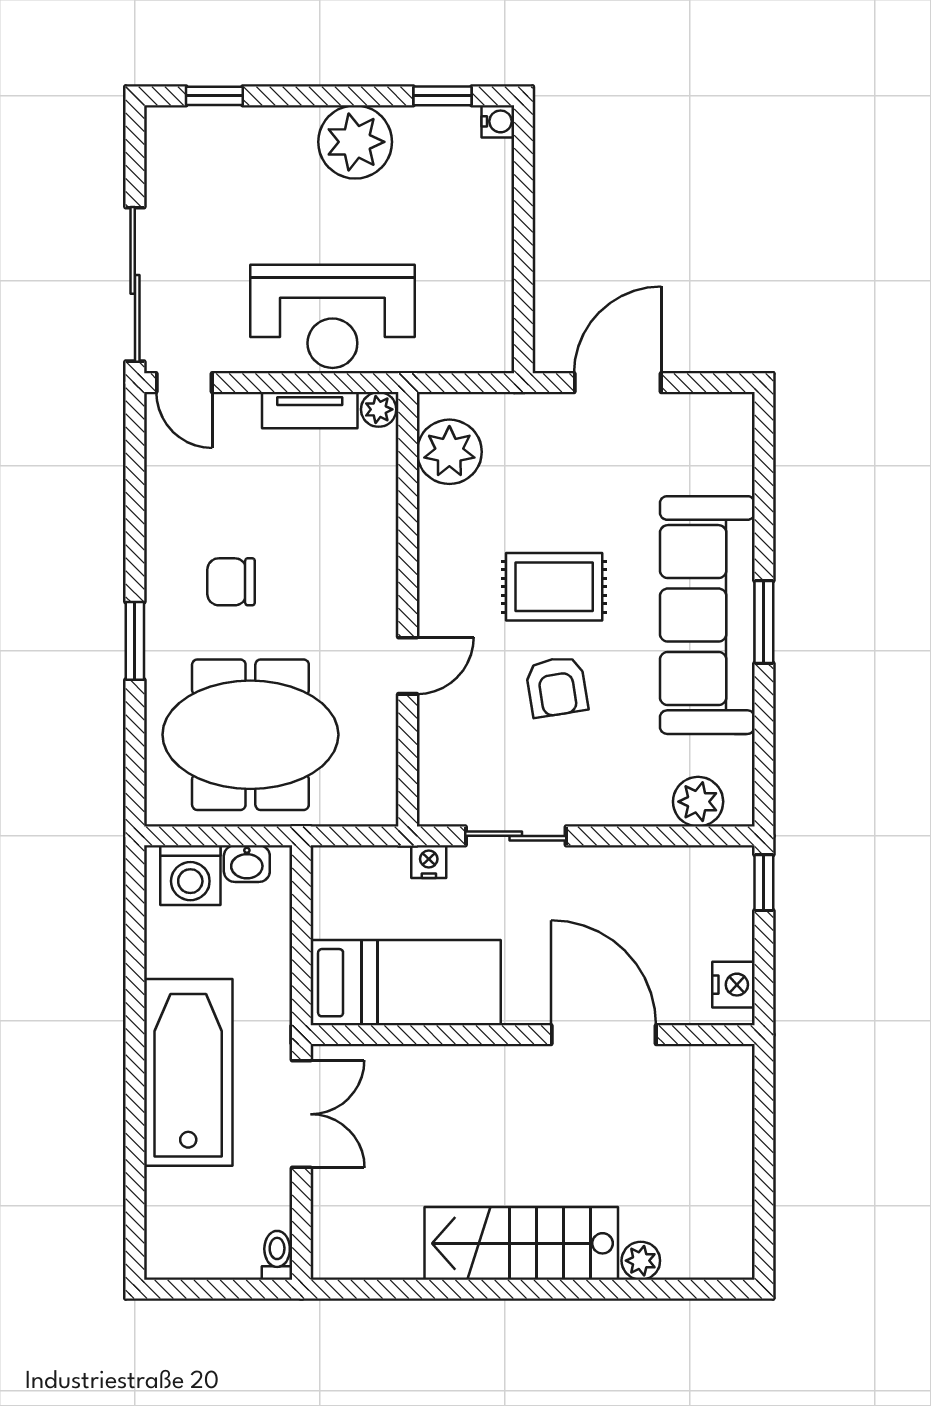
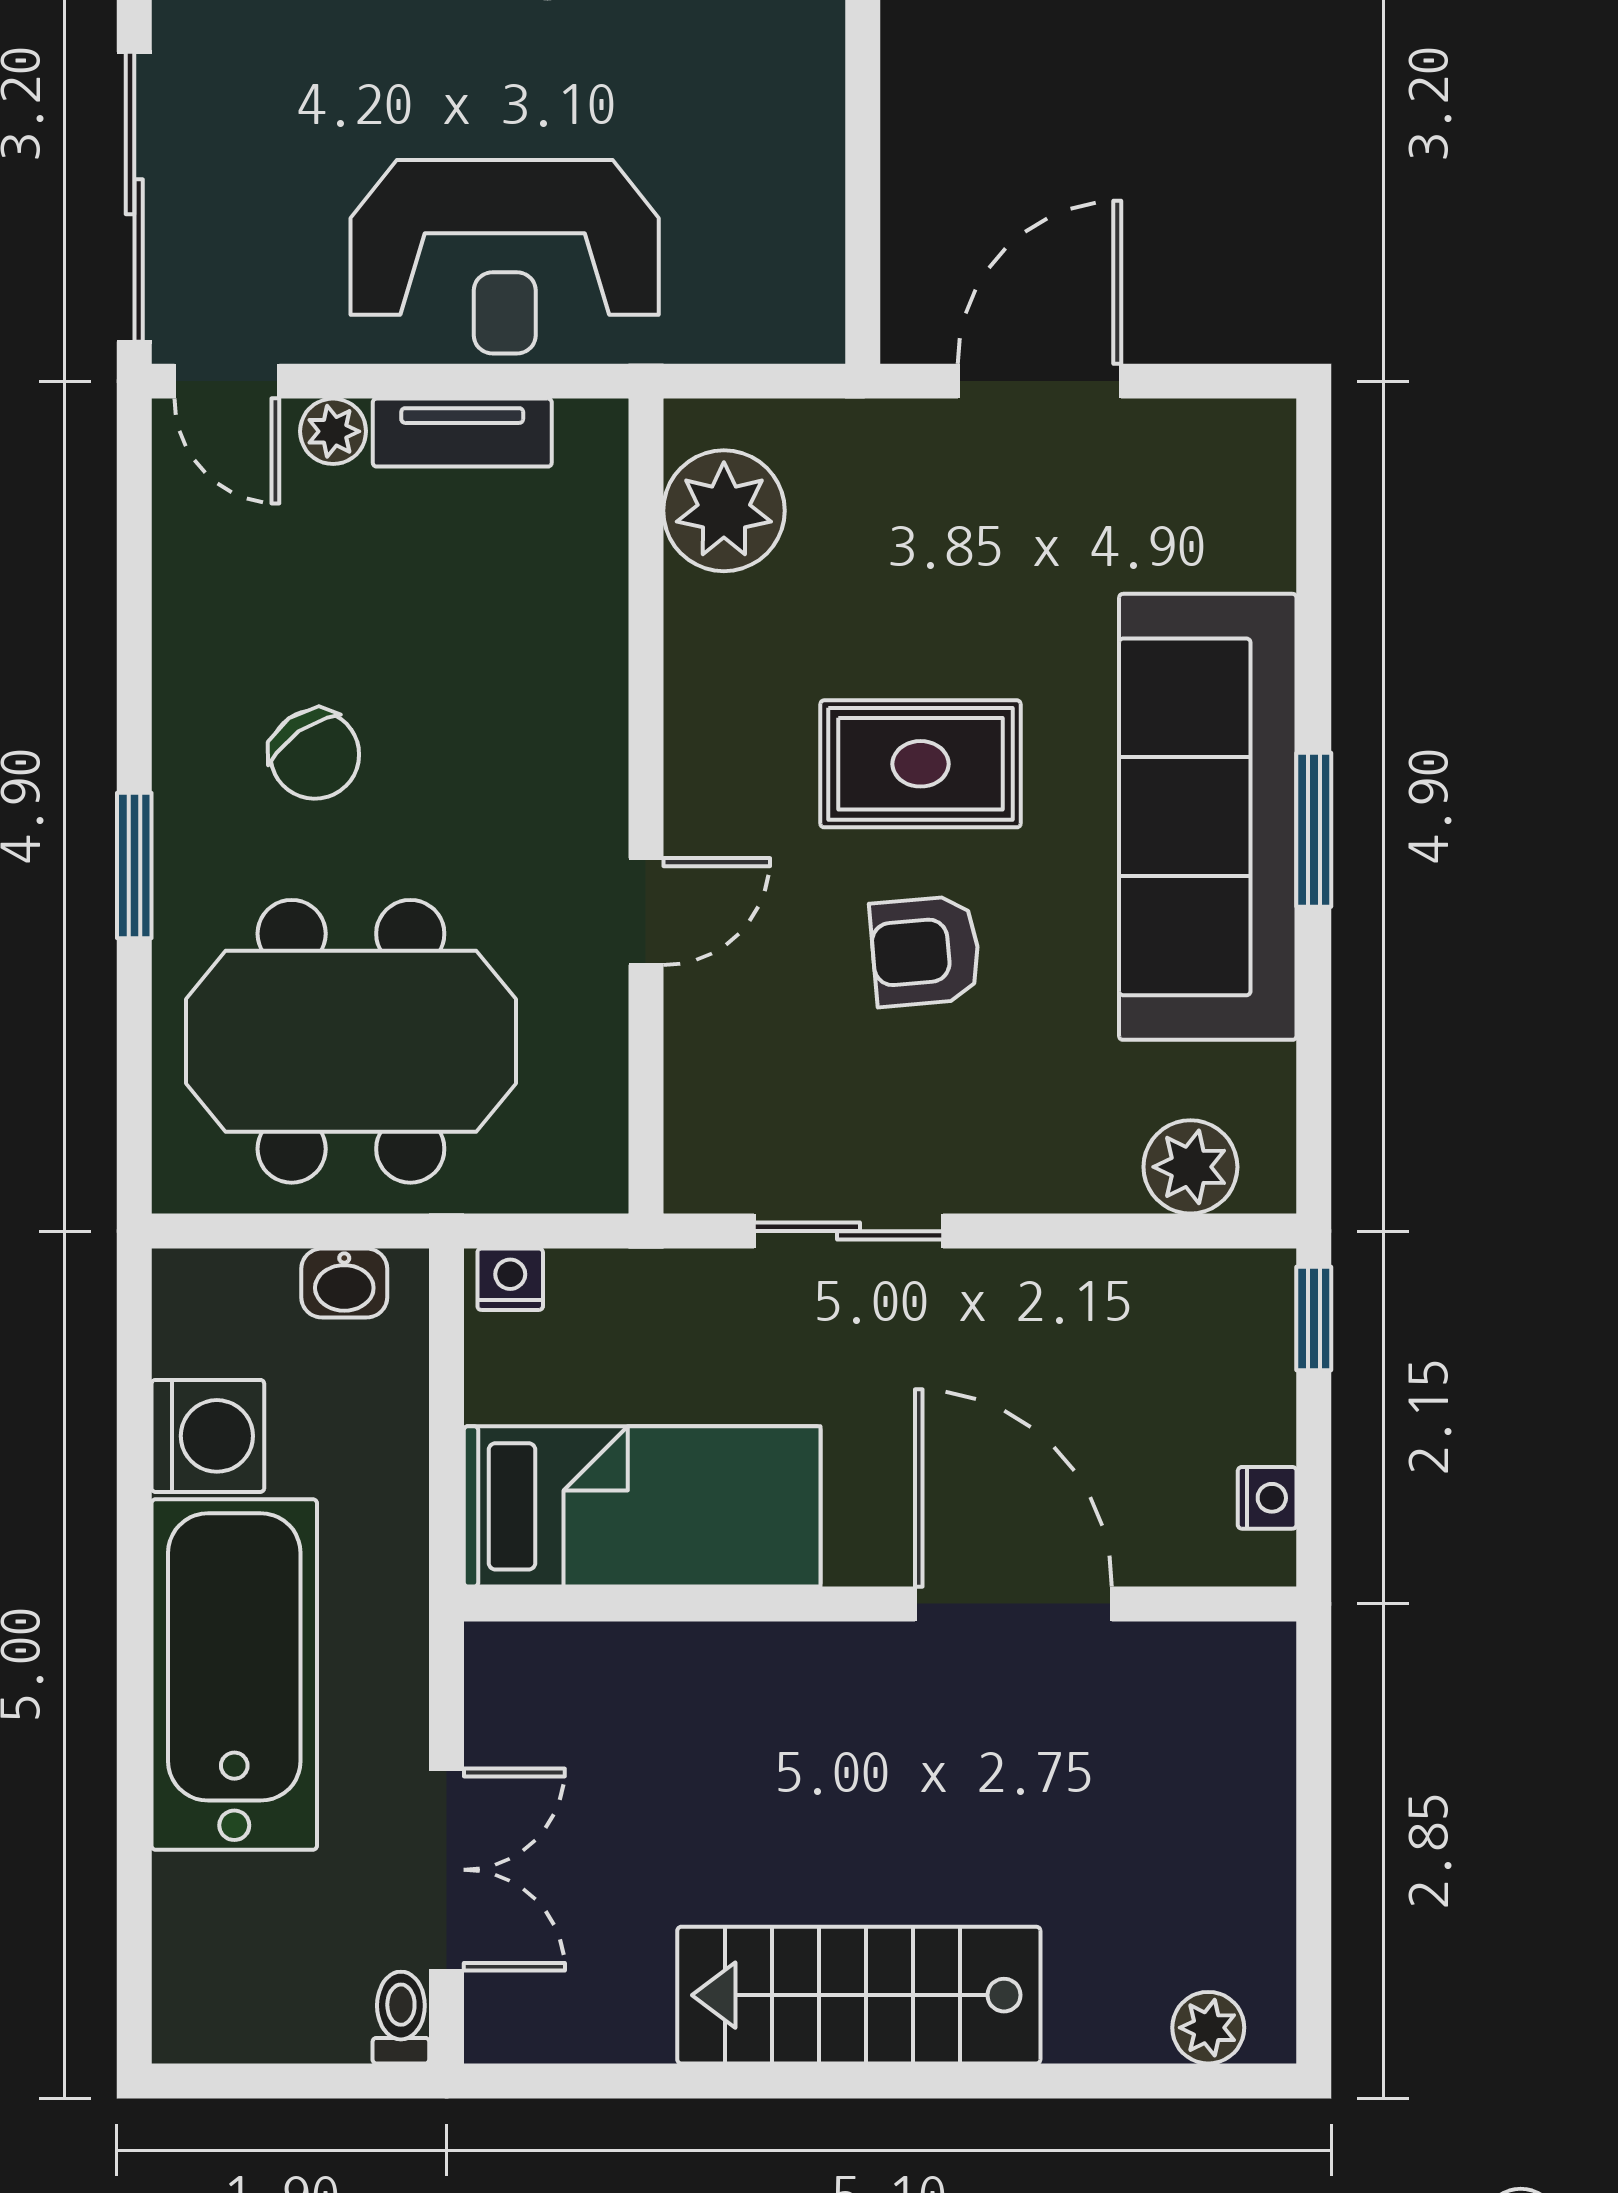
plant: (379, 409) -> (333, 431), moved
chair: (231, 582) -> (315, 755), turned -125
armchair: (557, 687) -> (925, 951), turned 94
nightstand: (429, 862) -> (510, 1279), moved
washing machine: (190, 875) -> (208, 1436), moved, turned -90
nightstand: (733, 985) -> (1267, 1498), width x0.72, depth x0.74
double door: (301, 1114) -> (447, 1870), moved
plant: (641, 1261) -> (1208, 2028), moved

